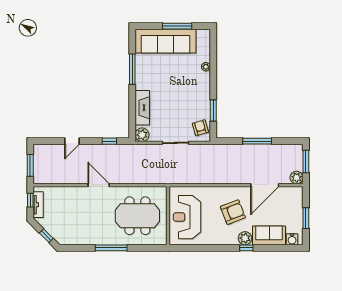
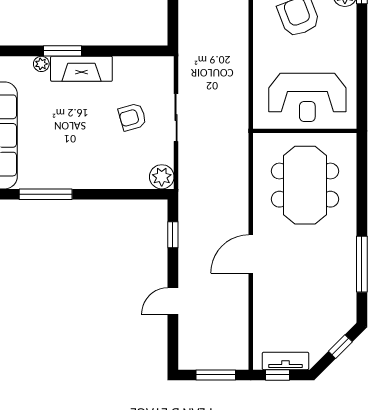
fireplace: (142, 108) -> (81, 69), moved, turned 180
window: (213, 111) -> (63, 51), moved
armchair: (200, 128) -> (132, 117), moved
door: (72, 141) -> (173, 301), swing flipped
window: (111, 248) -> (362, 264), moved

